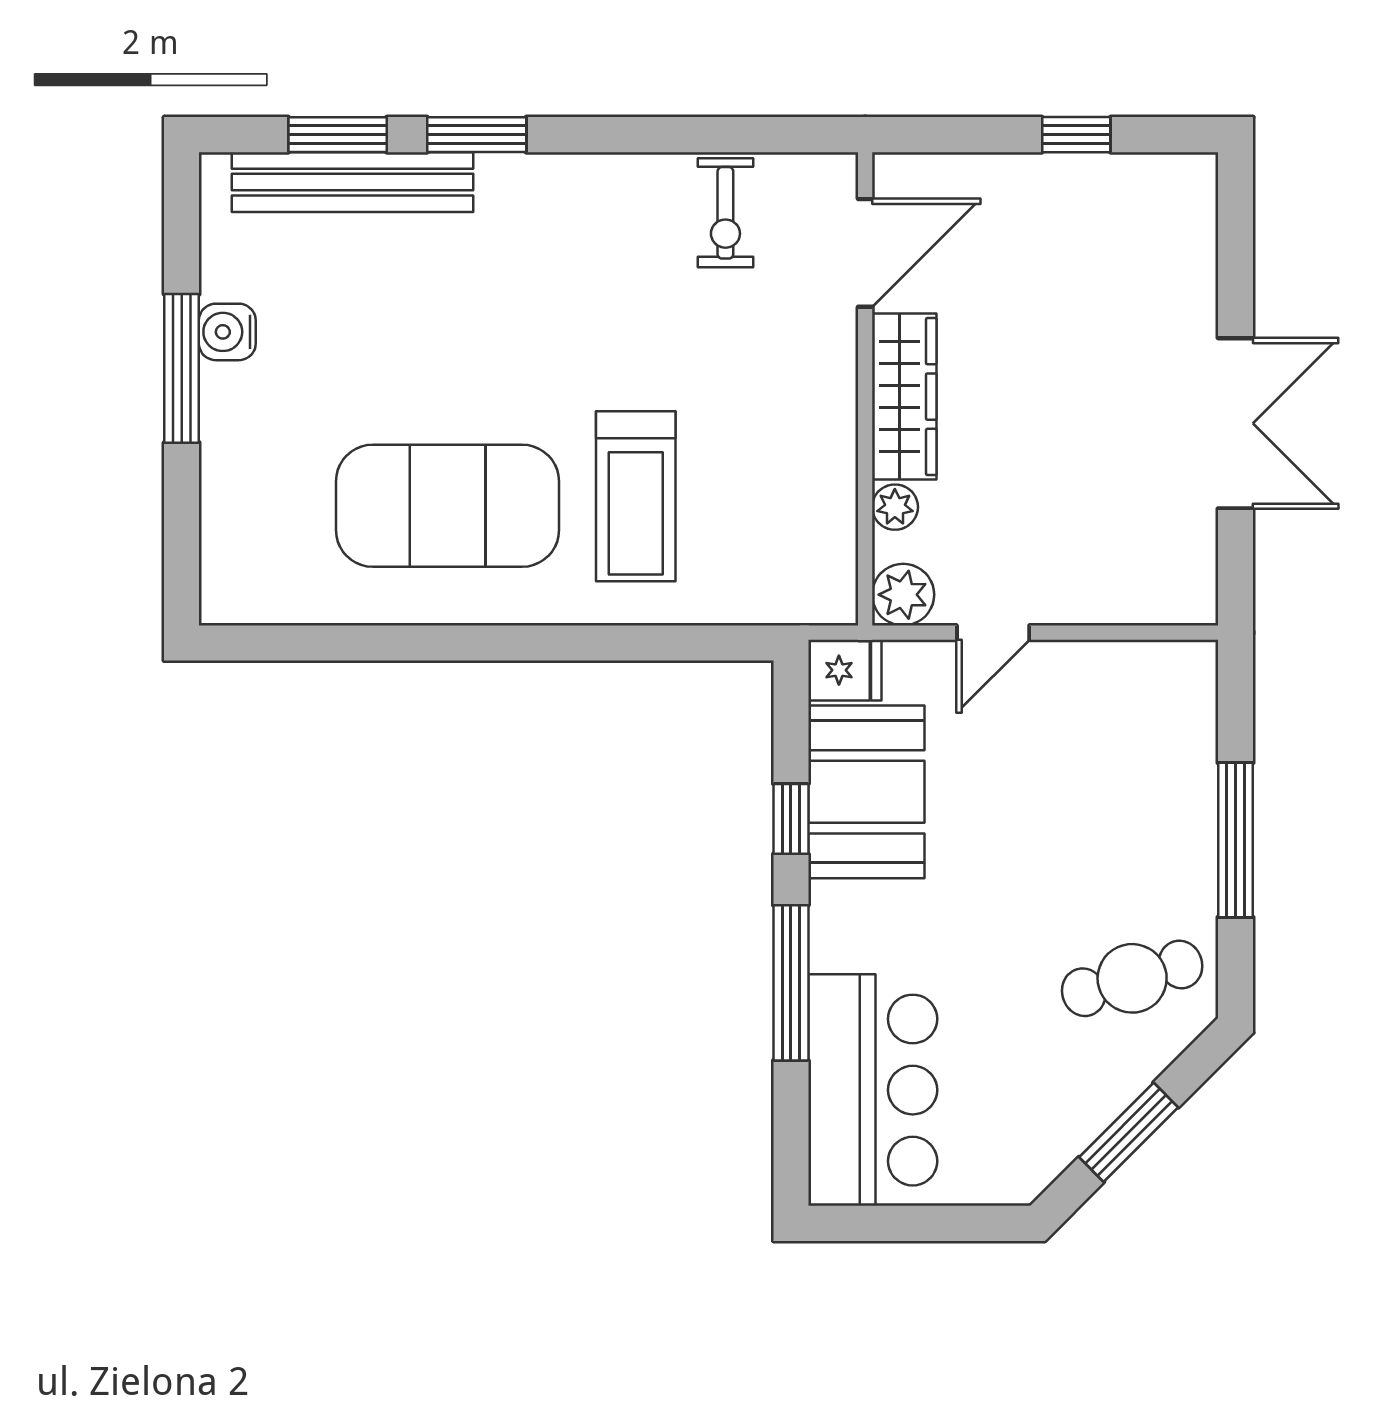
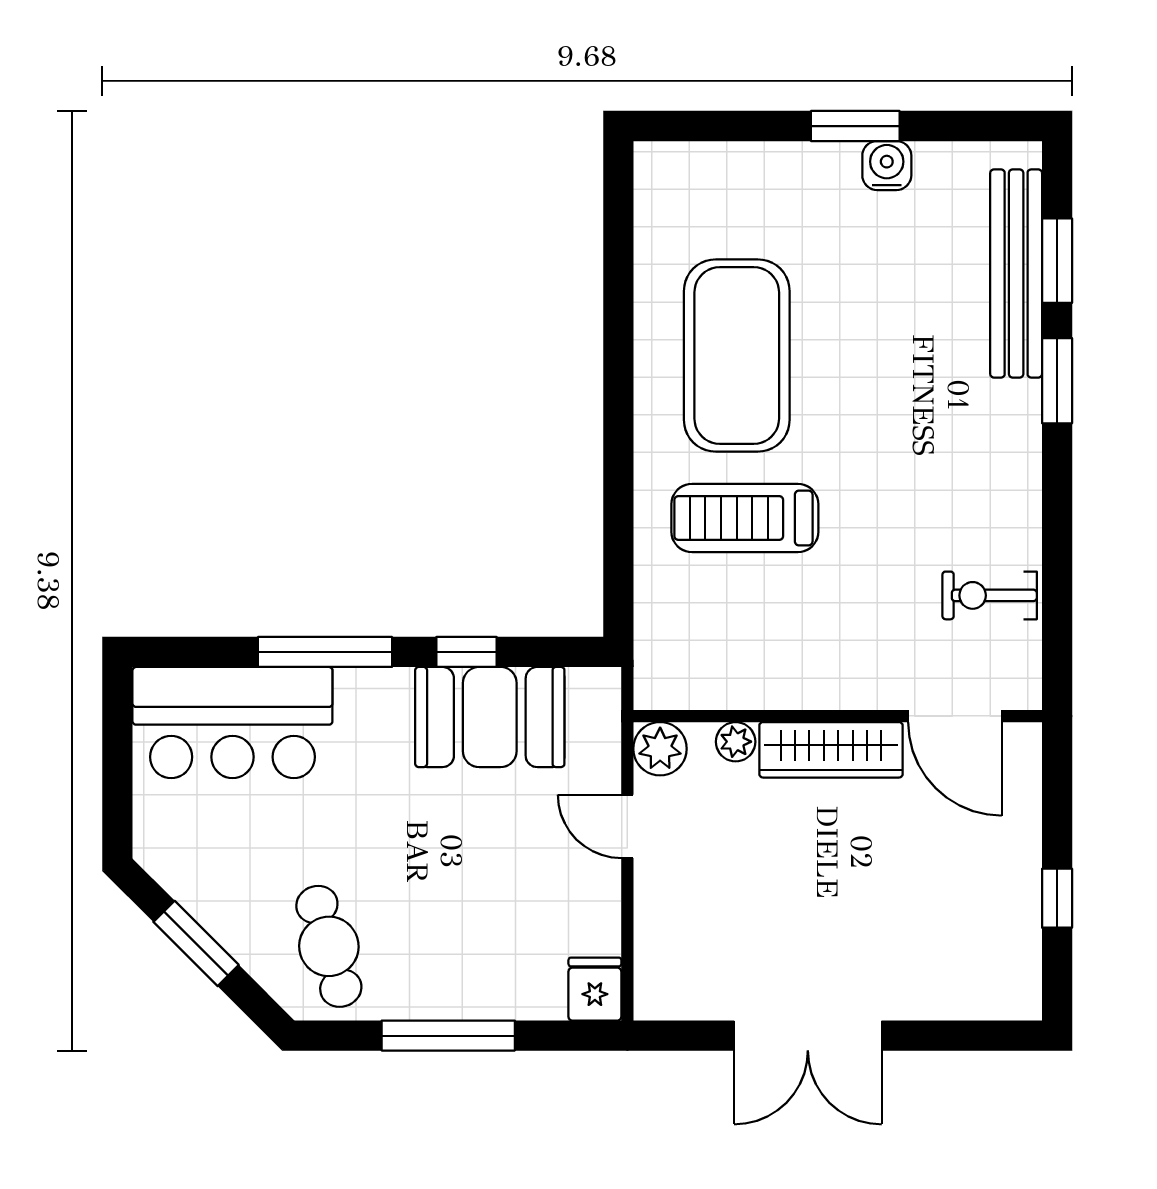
window: (182, 368) -> (855, 126), width x0.69
fridge: (845, 670) -> (595, 989), moved, turned 180

